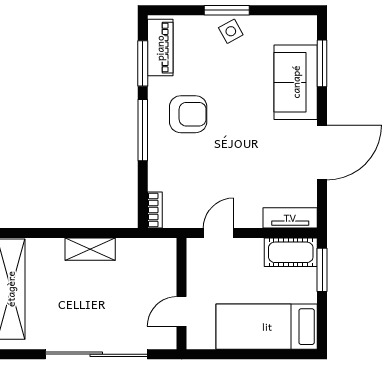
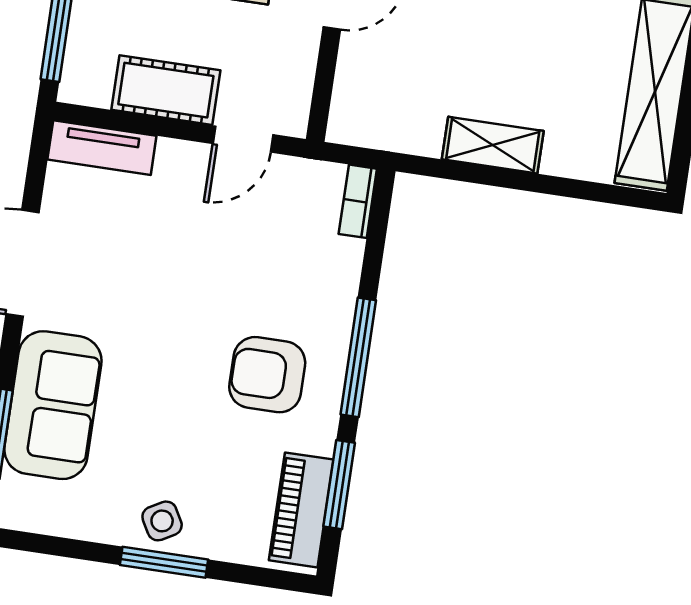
cot: (291, 252) -> (166, 90), moved

